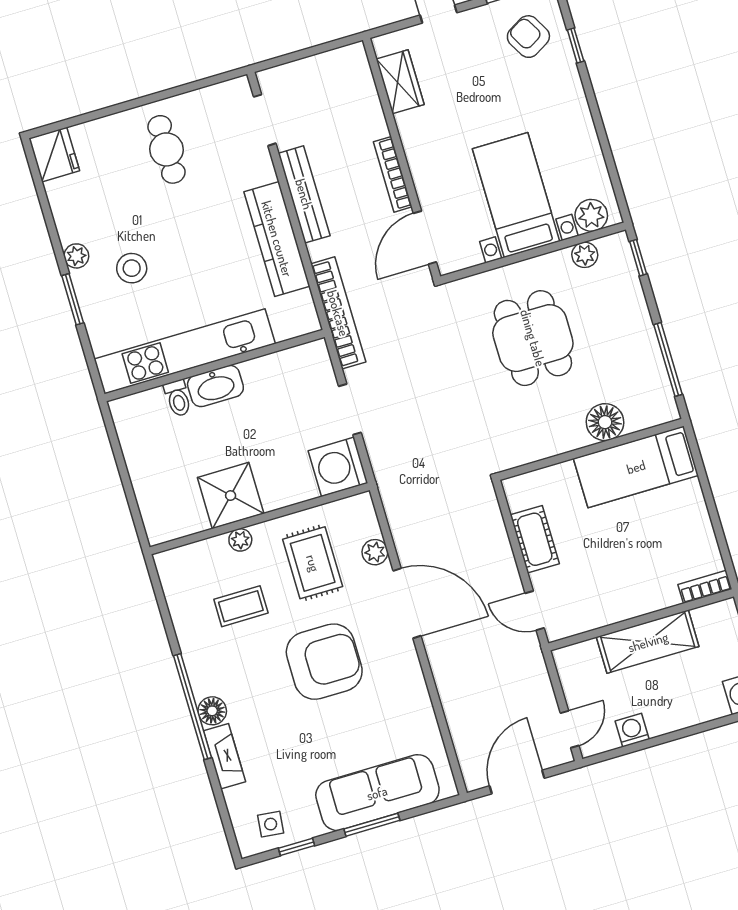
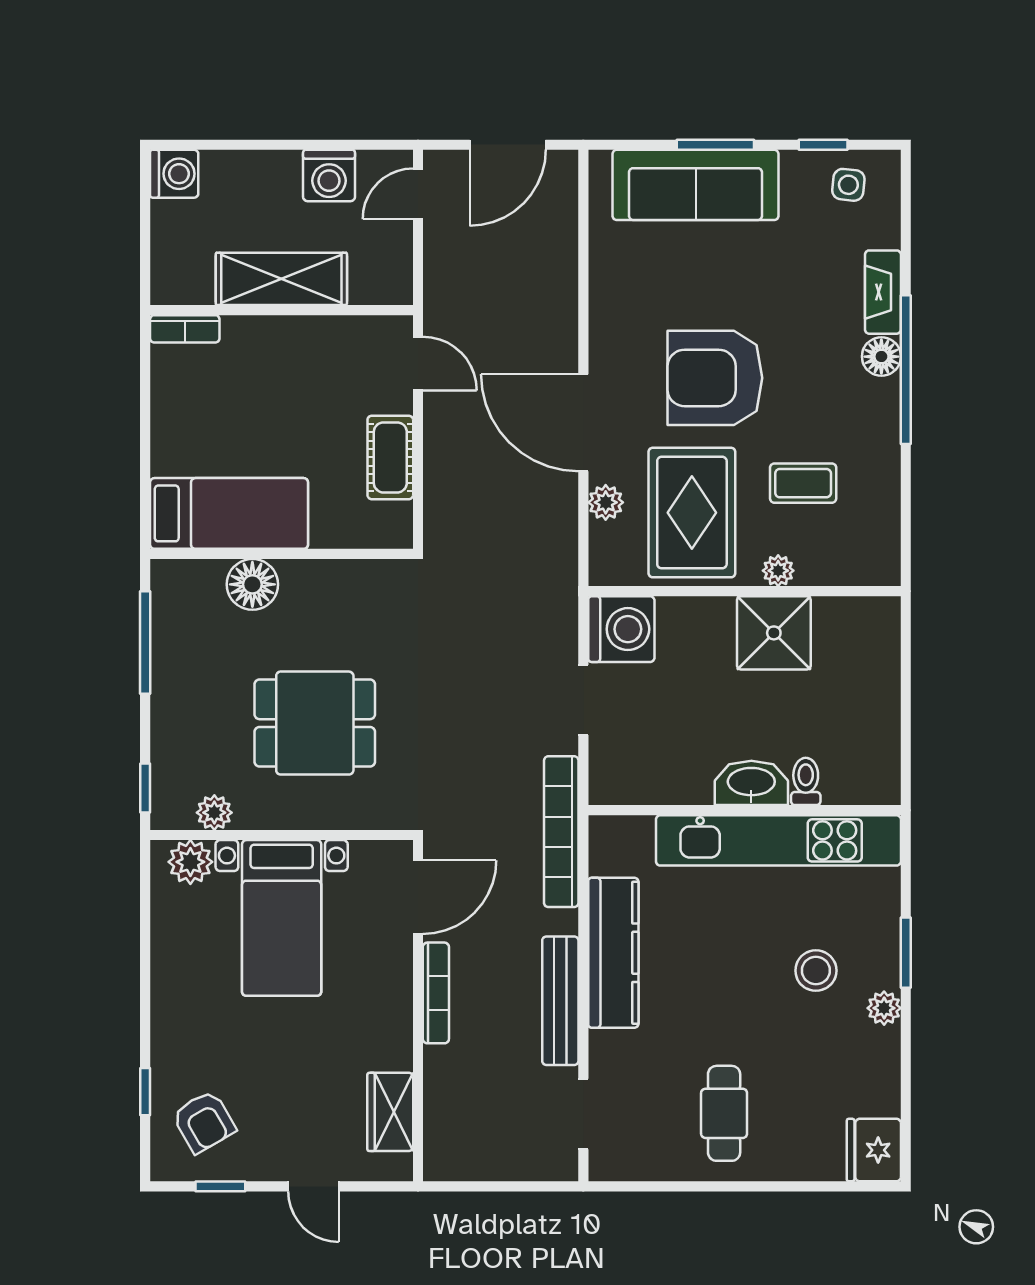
dining table: (533, 338) -> (315, 723), turned 90
rug: (313, 563) -> (692, 513), width x1.36, depth x1.43
washing machine: (632, 730) -> (329, 175), width x1.38, depth x1.38

